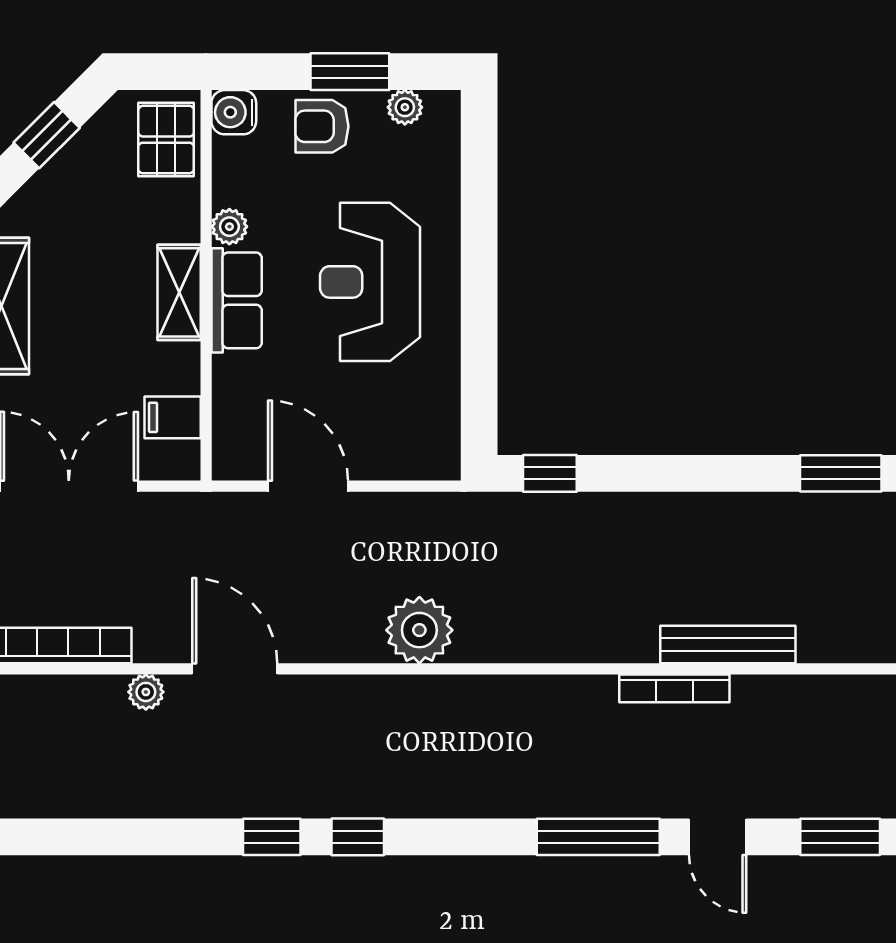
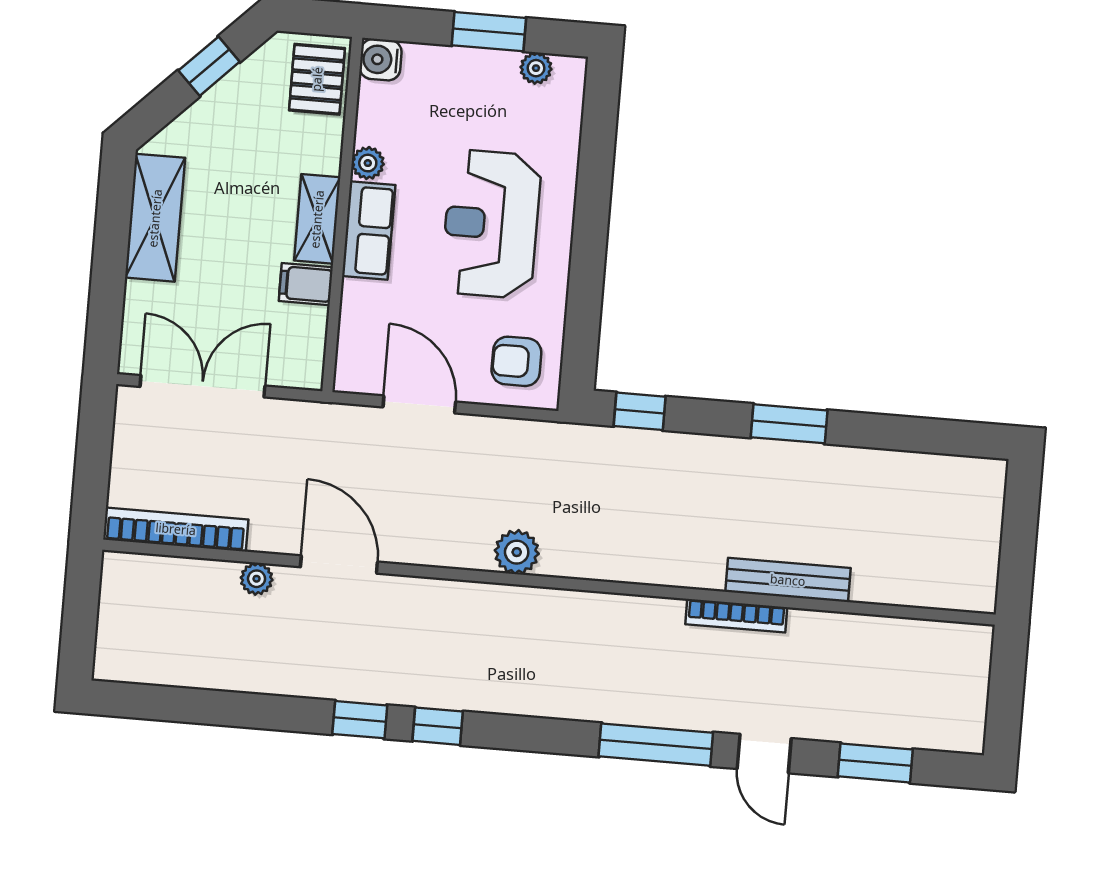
armchair: (322, 126) -> (516, 361), moved
filing cabinet: (173, 417) -> (306, 284), moved
window: (841, 473) -> (789, 424), moved
plant: (419, 630) -> (517, 552), width x0.73, depth x0.73

